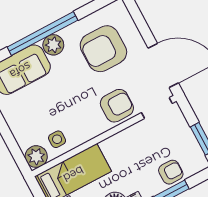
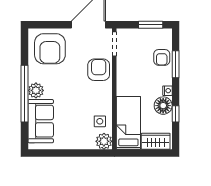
armchair: (103, 49) -> (50, 49), moved
armchair: (171, 172) -> (162, 57), turned 180

